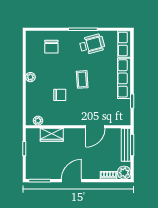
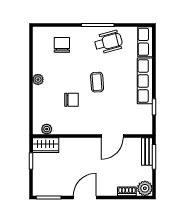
chair: (51, 47) -> (62, 45), turned 180
wardrobe: (52, 135) -> (46, 145), moved
bench: (126, 145) -> (147, 152), width x0.73

